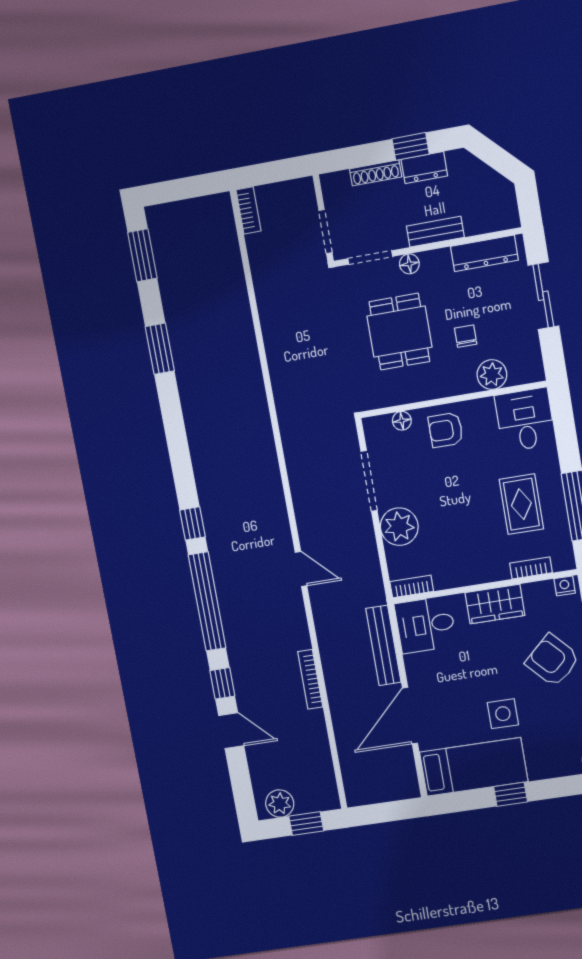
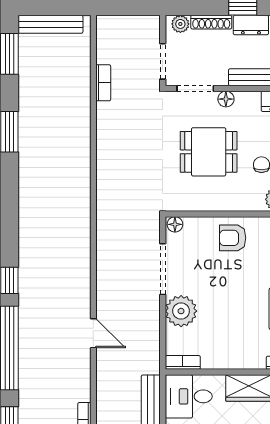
plant: (339, 182) -> (180, 24), added
bookcase: (248, 210) -> (103, 83), moved
bench: (184, 211) -> (50, 24), added
dining table: (399, 332) -> (209, 152), turned 90
floor lamp: (402, 421) -> (175, 224), moved

